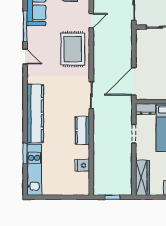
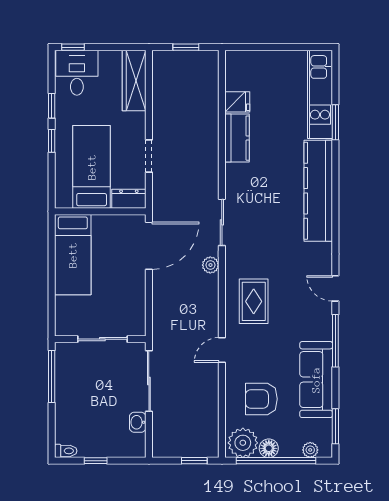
rug: (73, 49) -> (254, 301), width x0.73, depth x0.70
plant: (98, 70) -> (210, 265), added
kitchen counter: (82, 130) -> (237, 138), moved

